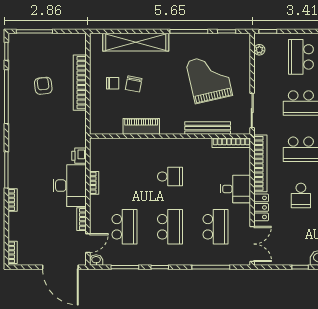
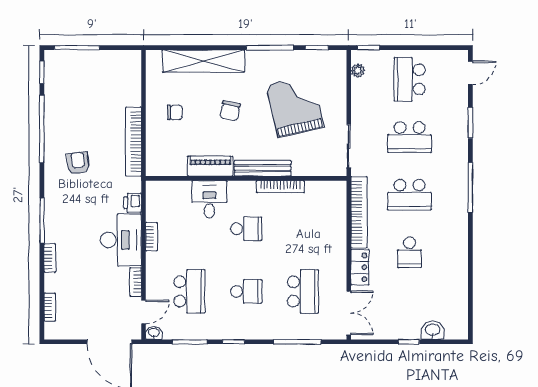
bookcase: (80, 83) -> (134, 142), moved
chair: (134, 84) -> (230, 111), moved
armchair: (43, 86) -> (78, 163), moved
bench: (208, 128) -> (263, 168), moved
bookcase: (231, 143) -> (280, 187), moved
desk: (235, 189) -> (209, 199), moved, turned -90
school desk: (170, 227) -> (246, 291), width x0.54
bookcase: (13, 252) -> (50, 307), moved

